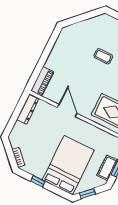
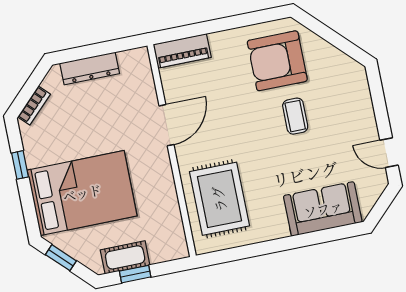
armchair: (76, 46) -> (277, 61), added
dresser: (28, 109) -> (90, 68), moved

